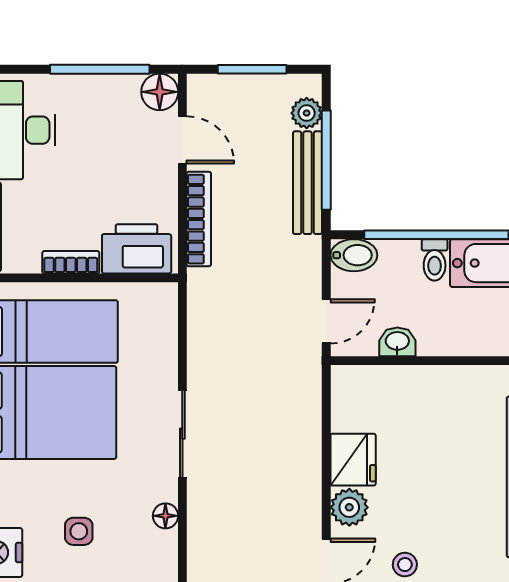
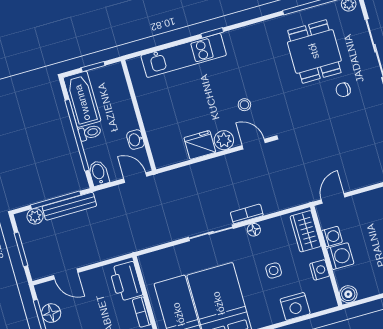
floor lamp: (160, 92) -> (51, 313), moved
door: (182, 140) -> (66, 274), swing flipped
bookcase: (199, 219) -> (247, 214), moved, width x0.64

